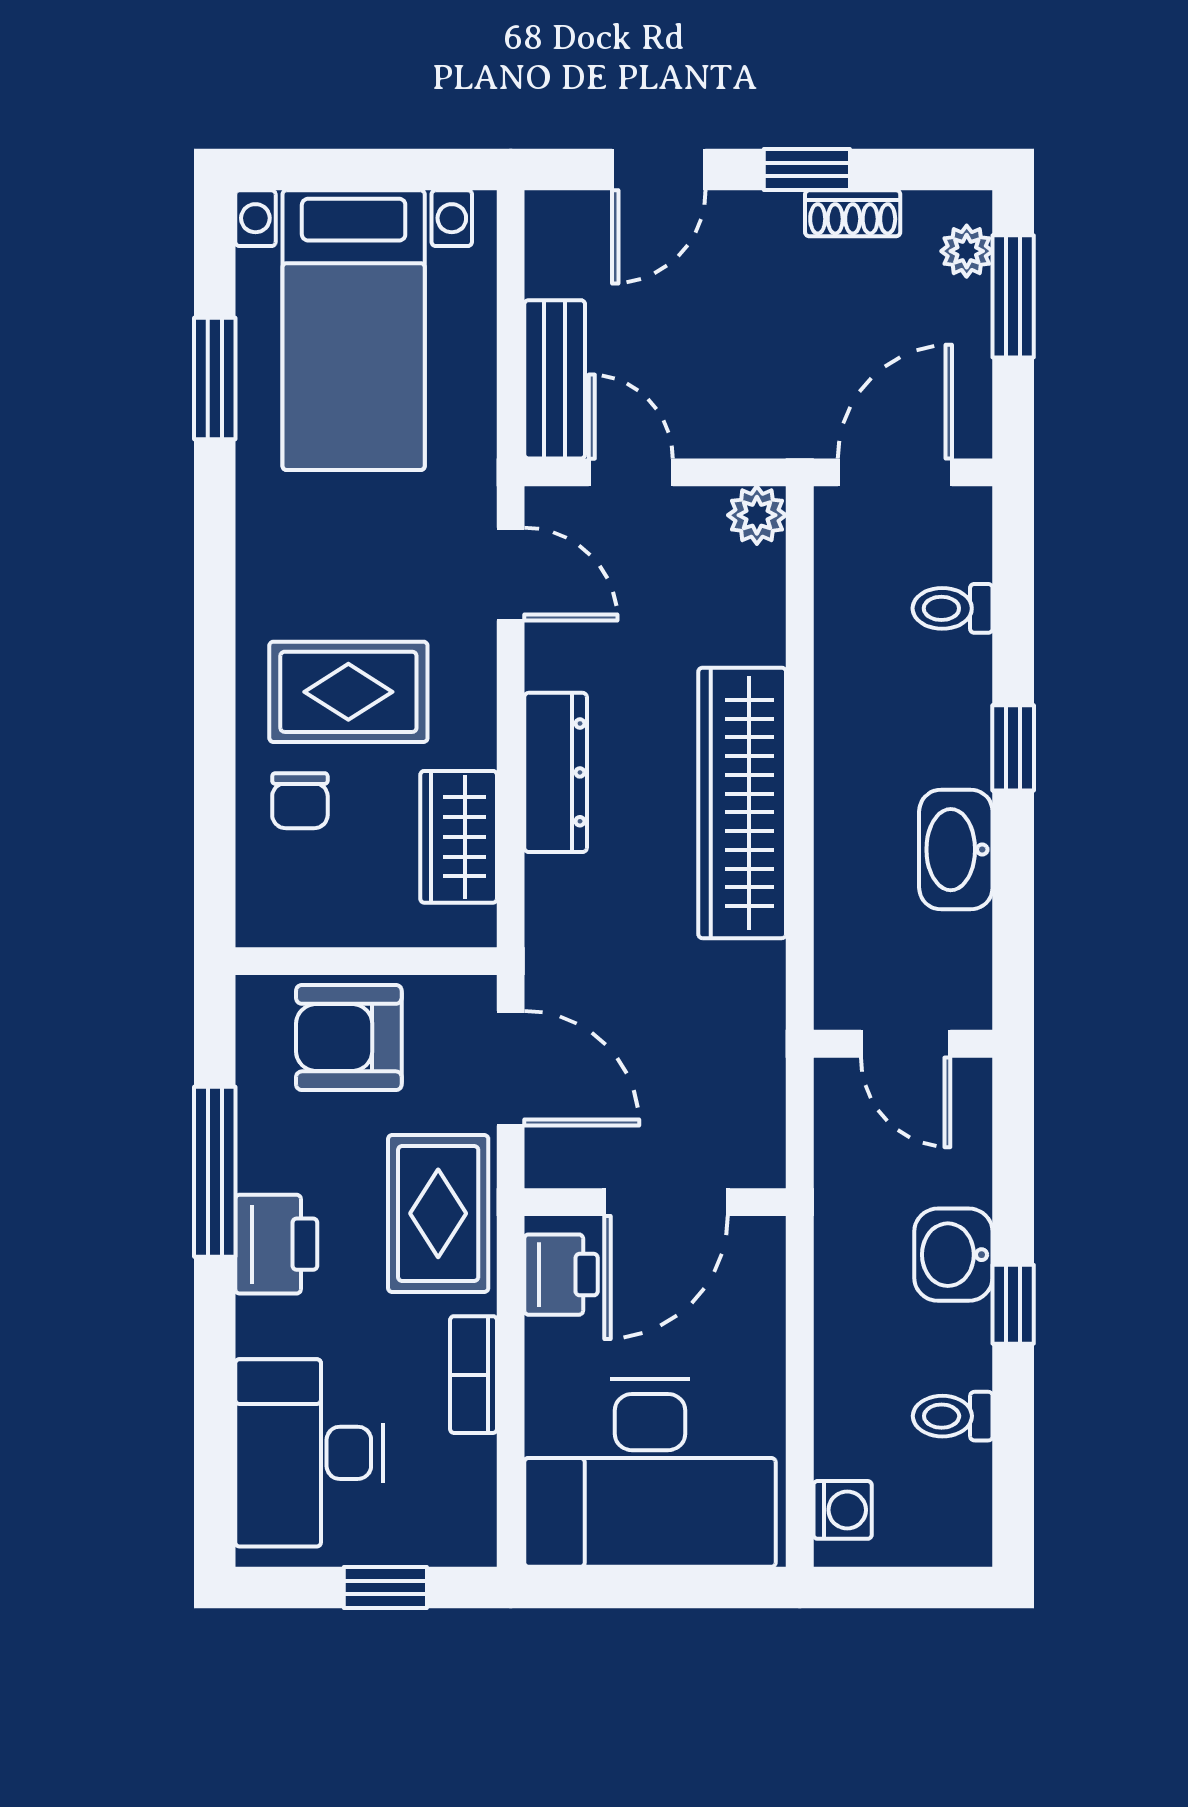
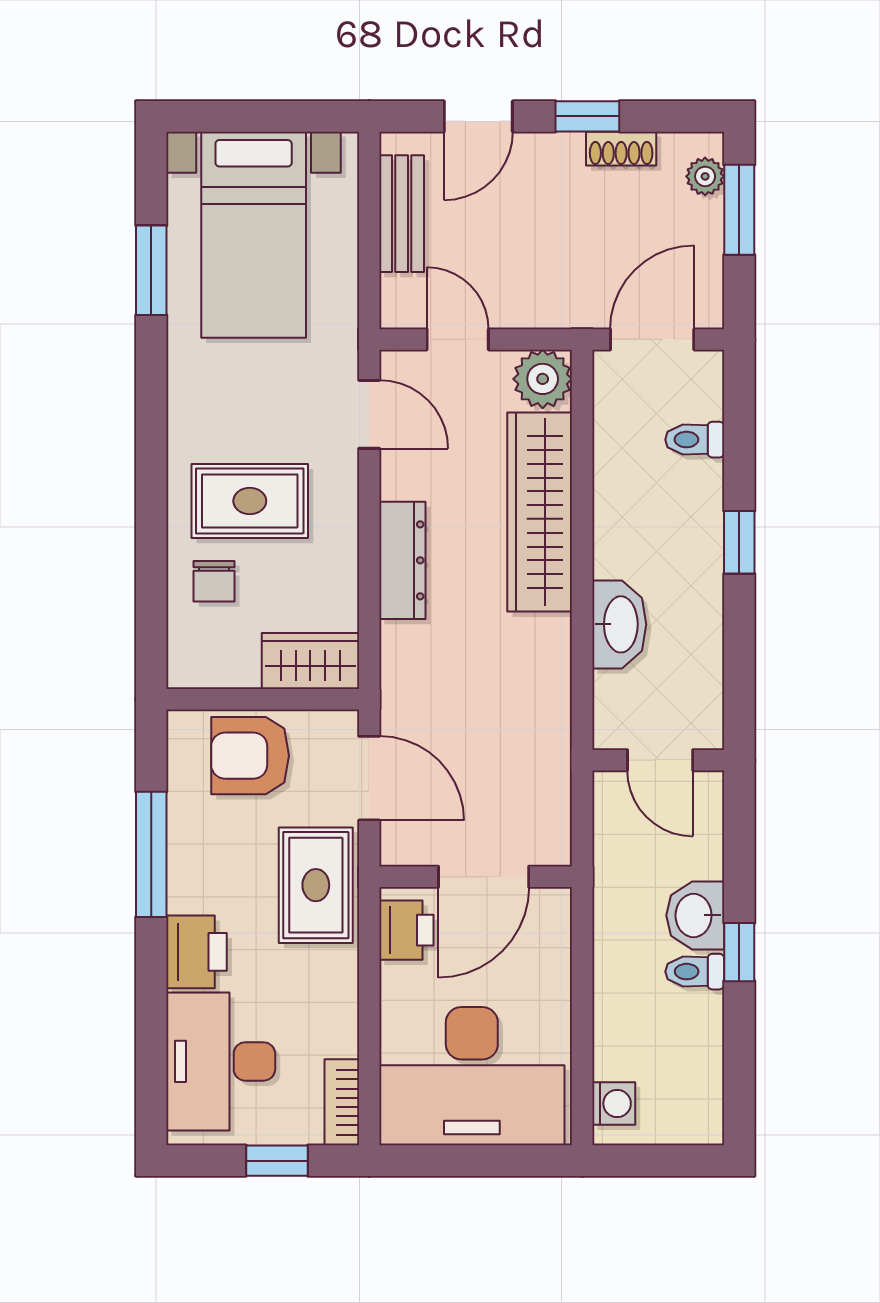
bench: (555, 379) -> (402, 214), moved
plant: (757, 515) -> (543, 379), width x1.38, depth x1.38
wardrobe: (742, 803) -> (540, 512), moved
wardrobe: (459, 837) -> (310, 661), moved, turned 90
washbasin: (956, 850) -> (619, 624), moved, turned 180
printer: (276, 1244) -> (197, 952), moved
bookcase: (473, 1375) -> (342, 1102), moved
toilet: (953, 1416) -> (695, 972), moved

